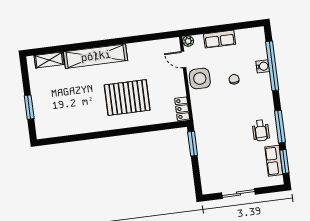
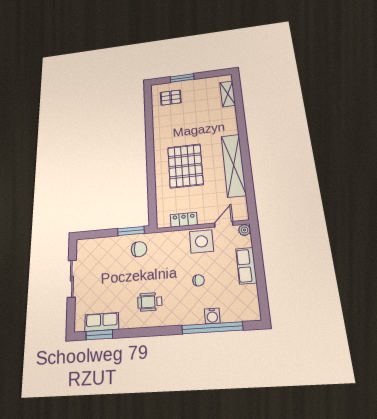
shelving: (96, 56) -> (234, 165), moved
locker: (182, 109) -> (184, 220), moved
pallet: (52, 117) -> (171, 98), added
window: (280, 127) -> (140, 332), removed
wheelchair: (261, 130) -> (150, 302), moved
chair: (209, 134) -> (139, 249), added

